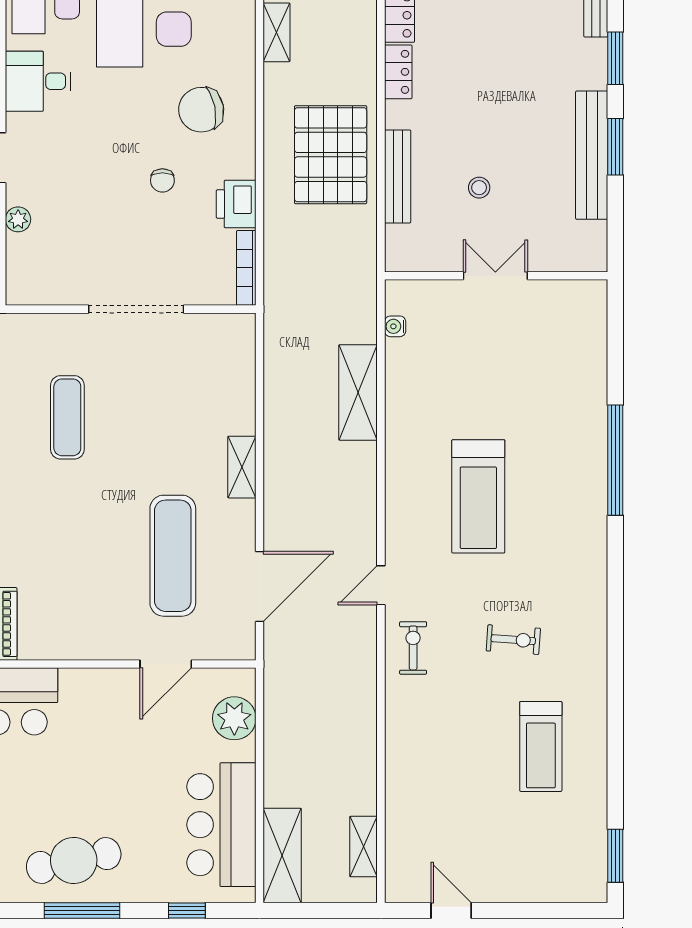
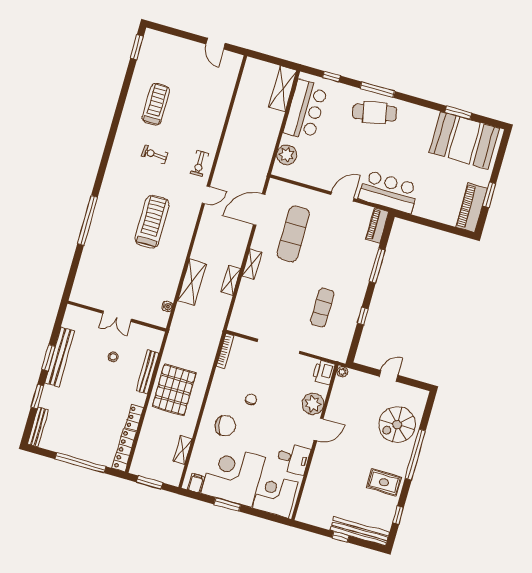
printer: (236, 204) -> (324, 372), moved, turned 180
plant: (18, 219) -> (313, 404), width x1.87, depth x1.87
door: (166, 664) -> (342, 196), moved
shelving: (364, 847) -> (231, 280), moved

